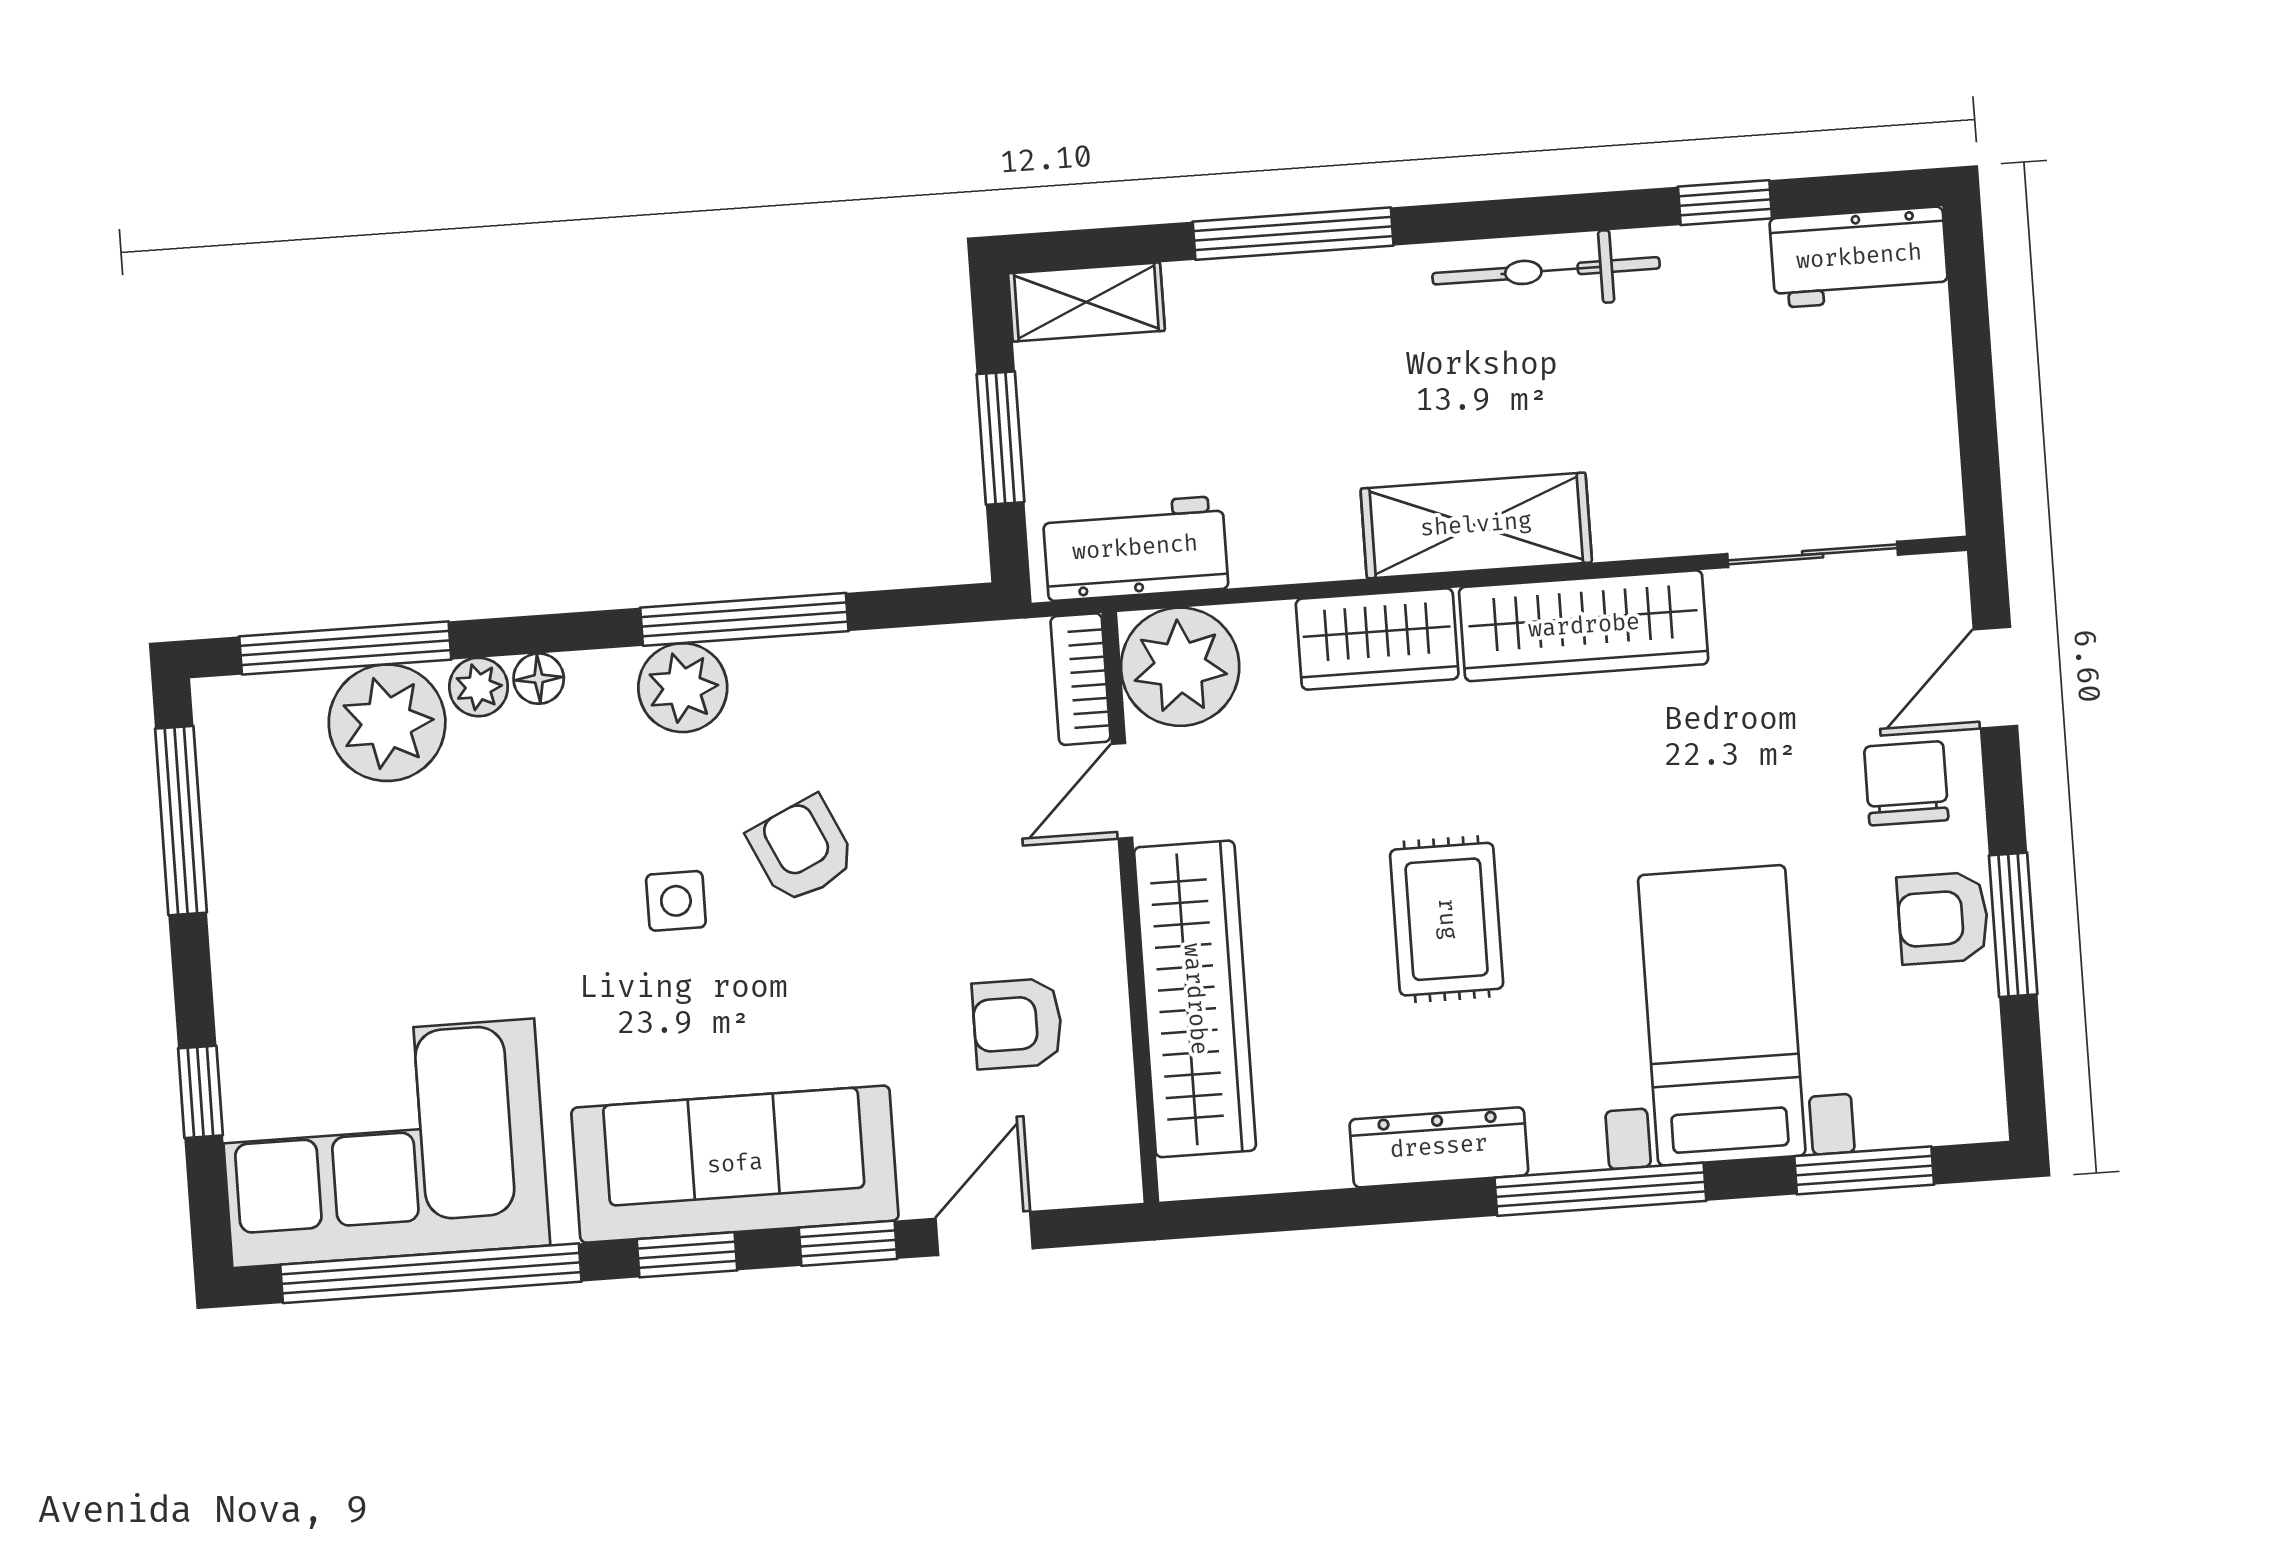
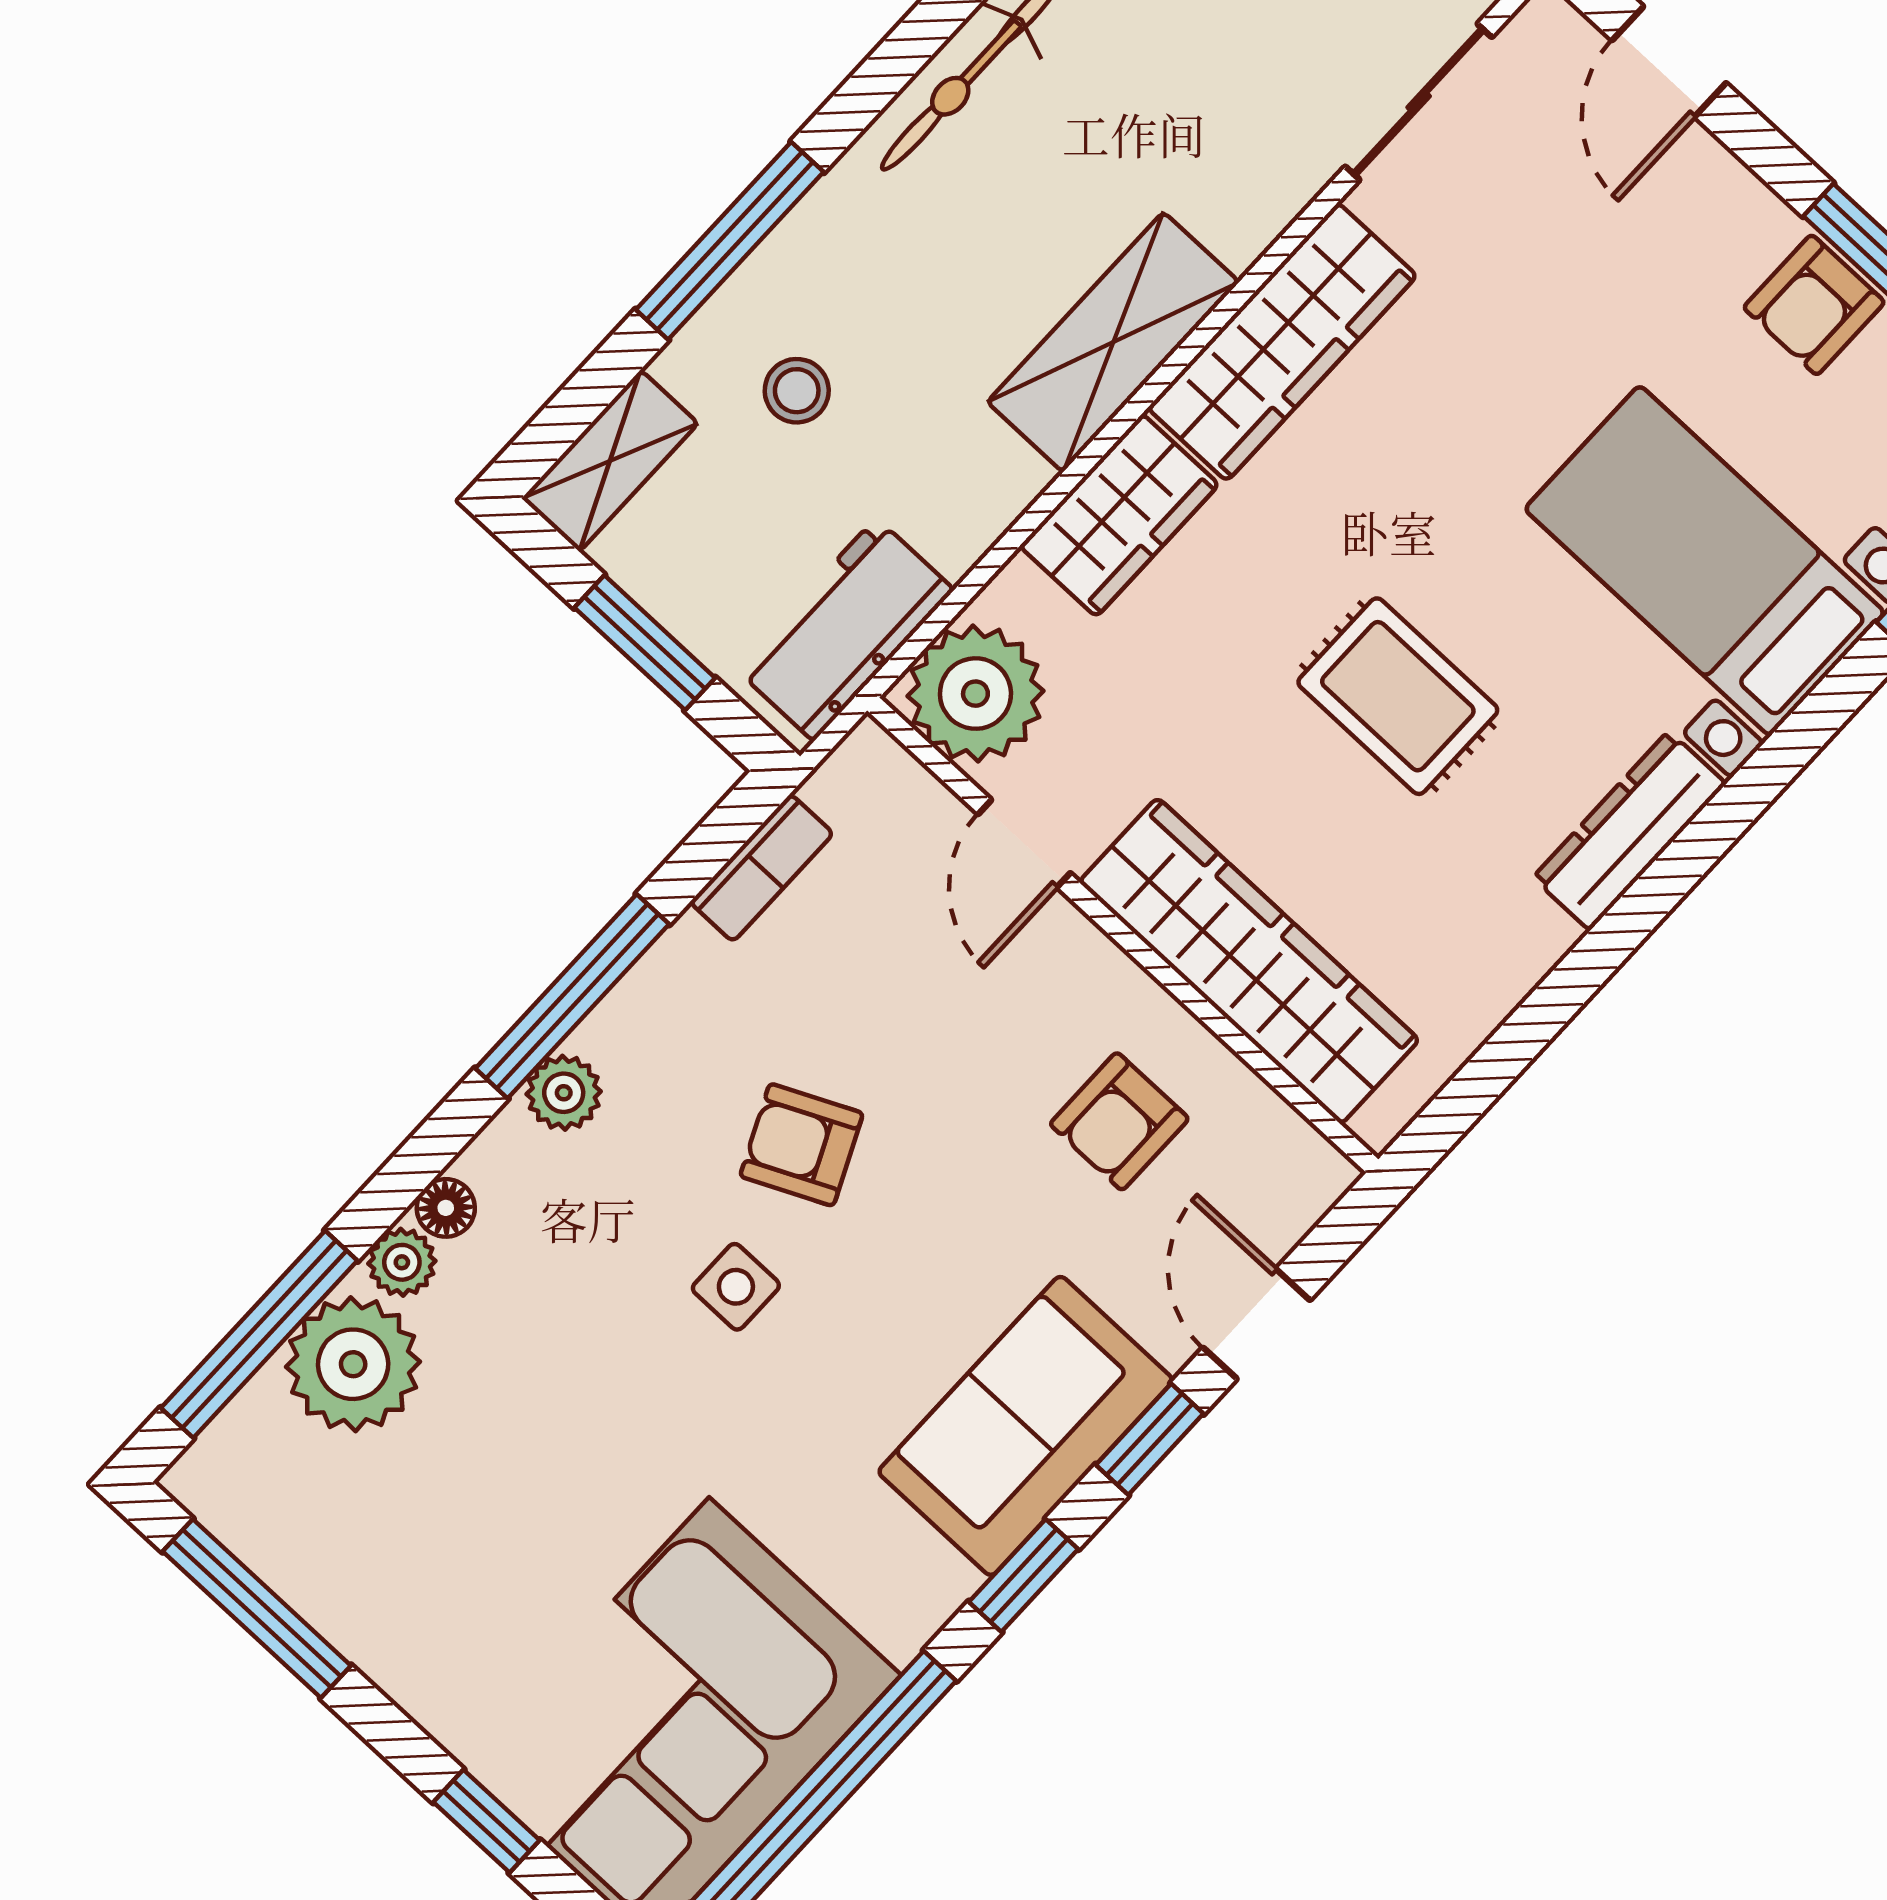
stool: (1247, 368) -> (797, 391), added
bookcase: (1080, 679) -> (762, 868), moved, turned -90
plant: (683, 688) -> (564, 1093), width x0.73, depth x0.73
chair: (1906, 783) -> (1677, 221), removed
dresser: (1439, 1147) -> (1629, 831), moved
sofa: (735, 1164) -> (1026, 1426), width x0.73
window: (1600, 1189) -> (1739, 802), removed

